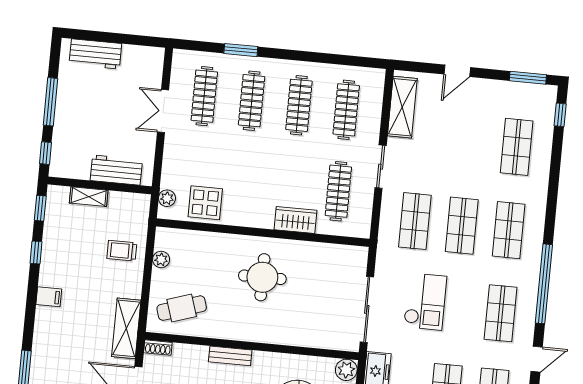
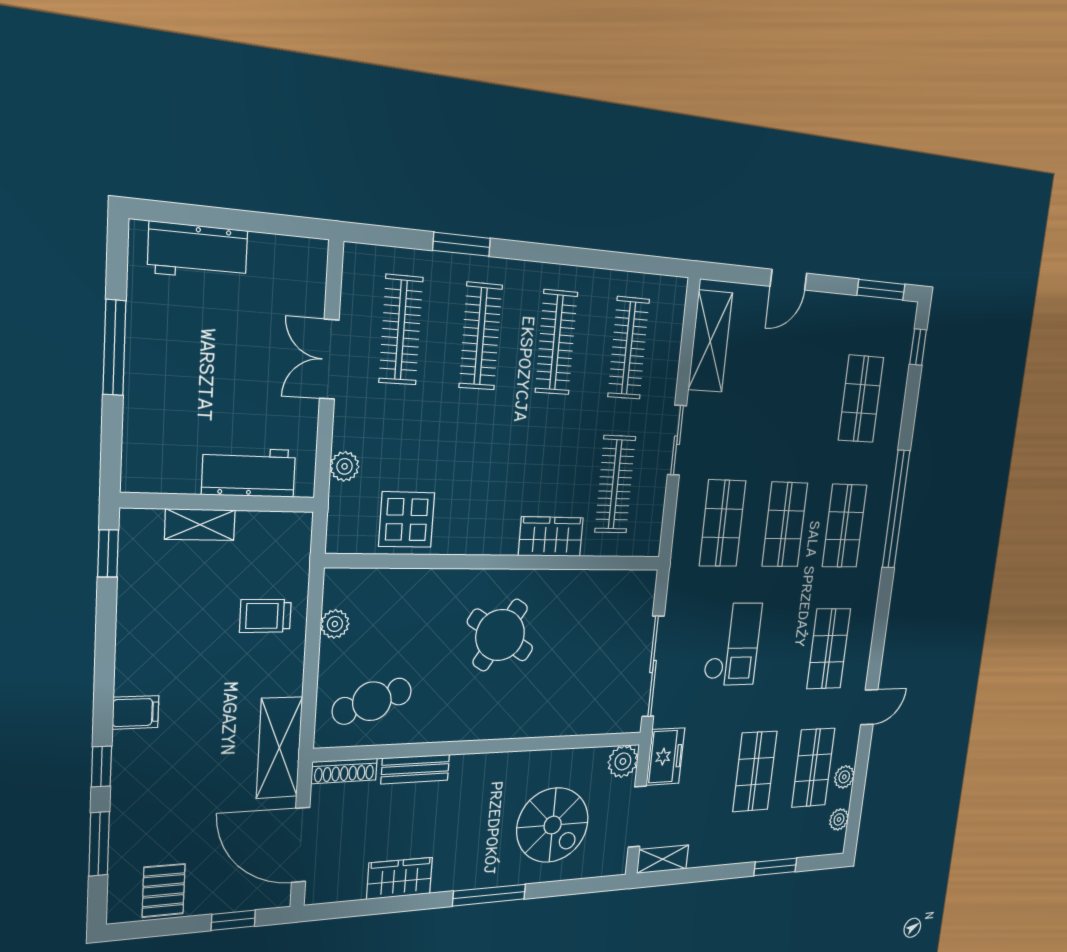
window: (46, 153) -> (111, 448), removed
plant: (167, 198) -> (345, 466), moved
window: (36, 253) -> (101, 766), moved
round table: (262, 277) -> (500, 635), turned 32
window: (544, 284) -> (896, 509), moved
shoe rack: (158, 348) -> (344, 771), width x1.43
bench: (230, 356) -> (415, 769), moved

